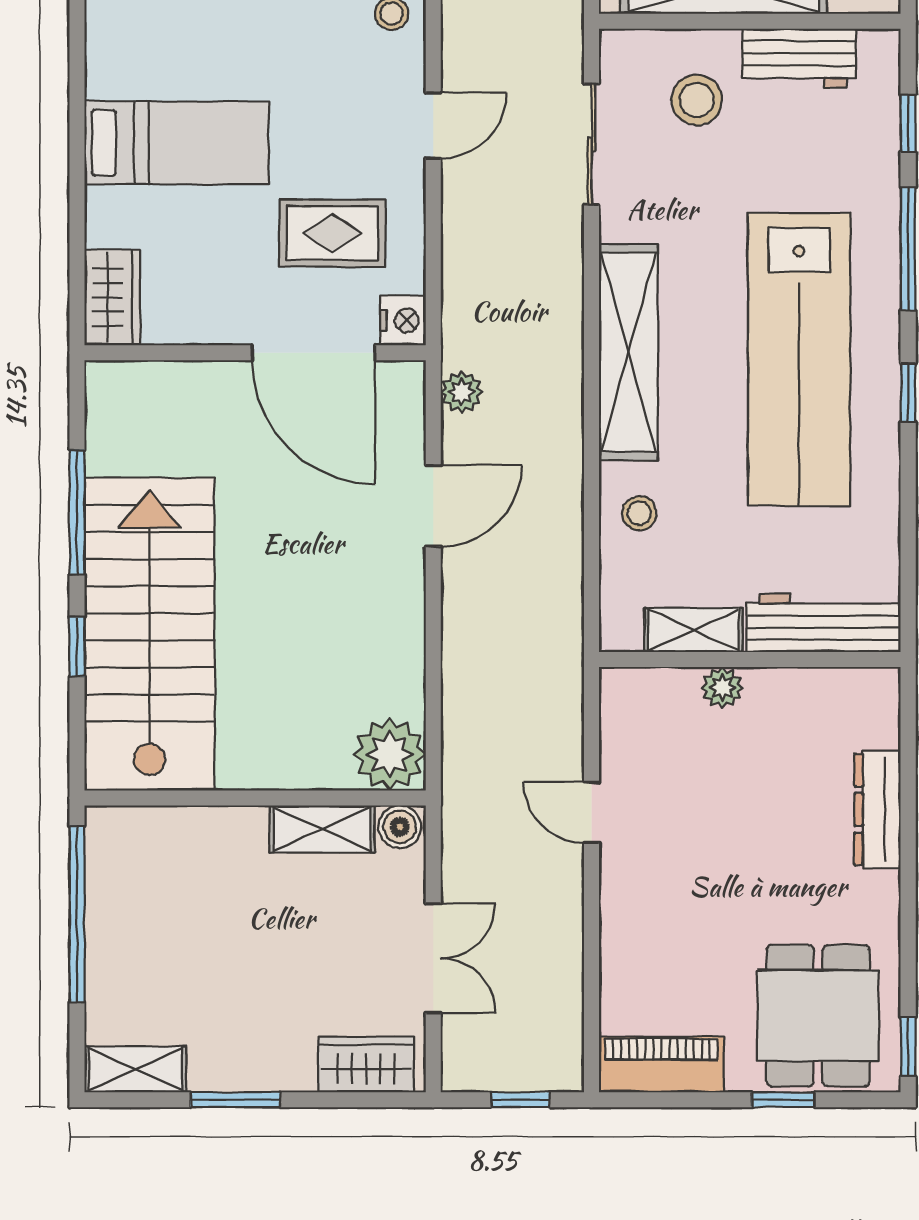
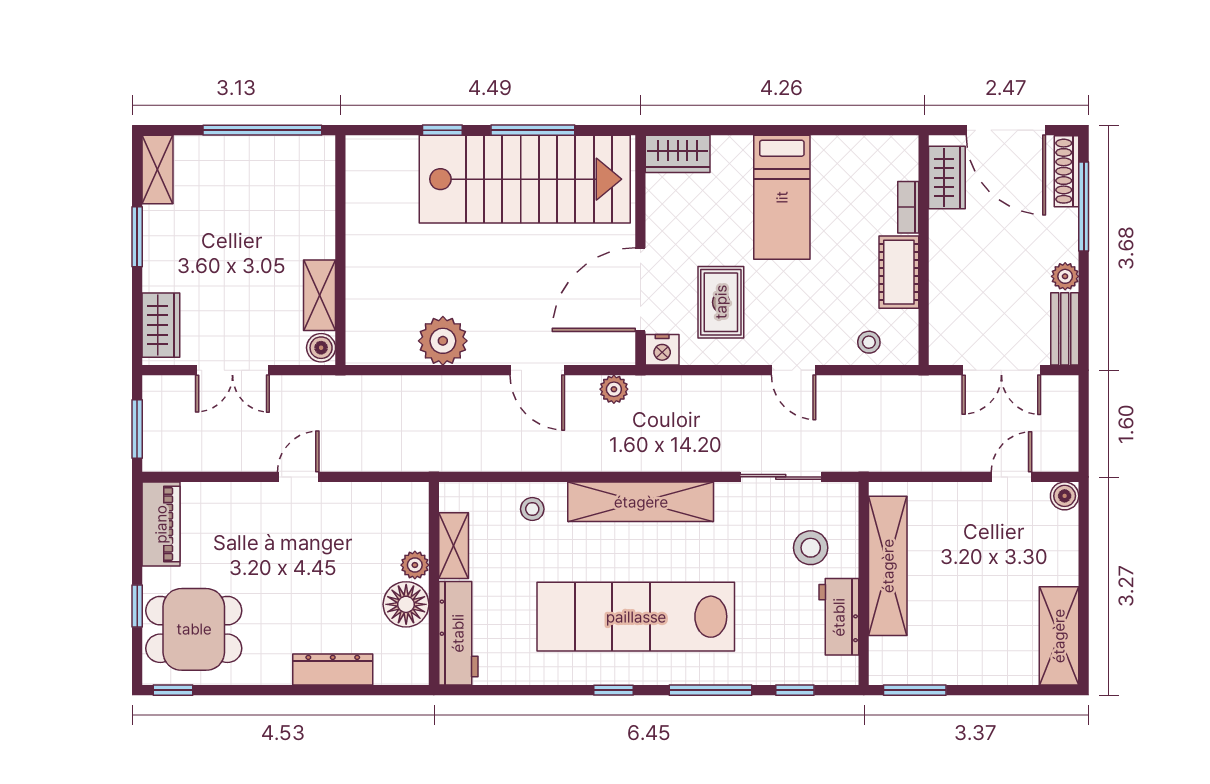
stairs: (150, 634) -> (525, 179), moved
floor lamp: (781, 701) -> (406, 604), added
plant: (390, 754) -> (443, 341), moved
door: (591, 812) -> (298, 477), moved
window: (520, 1100) -> (137, 429), width x1.50

